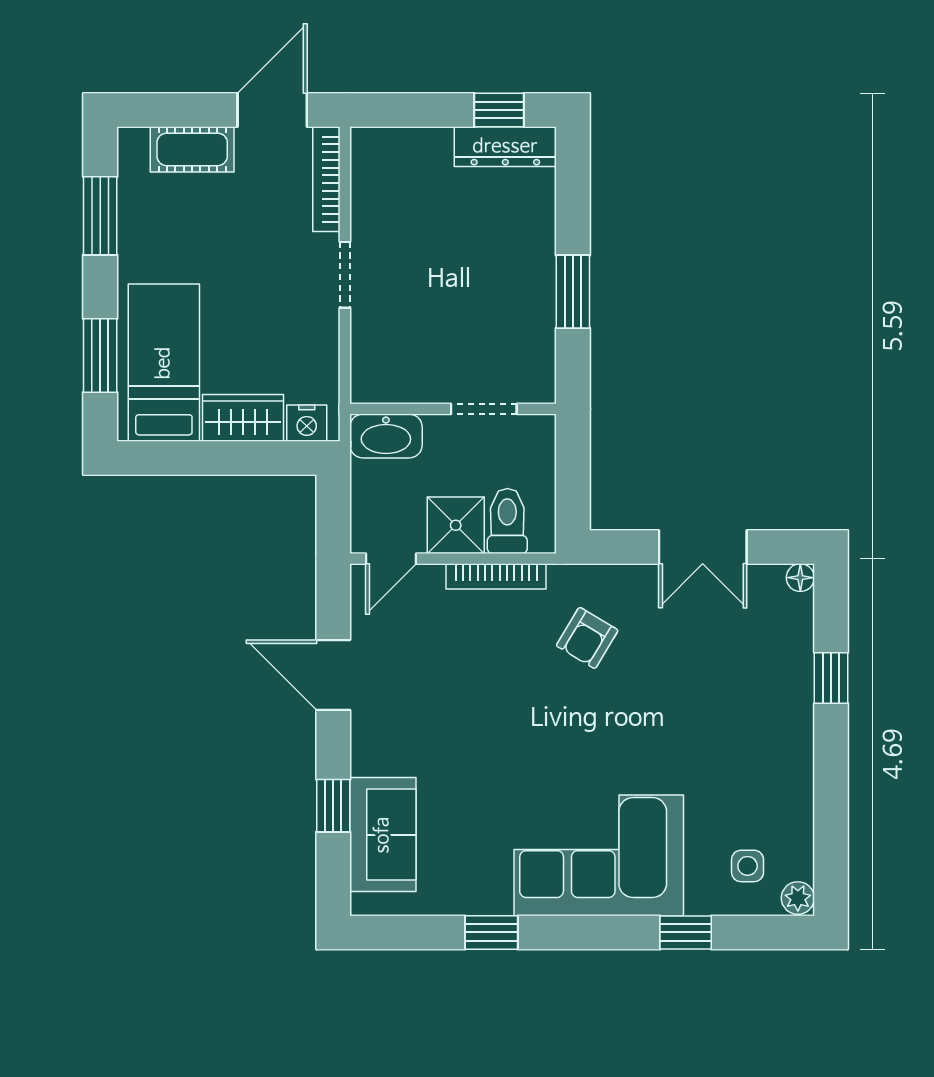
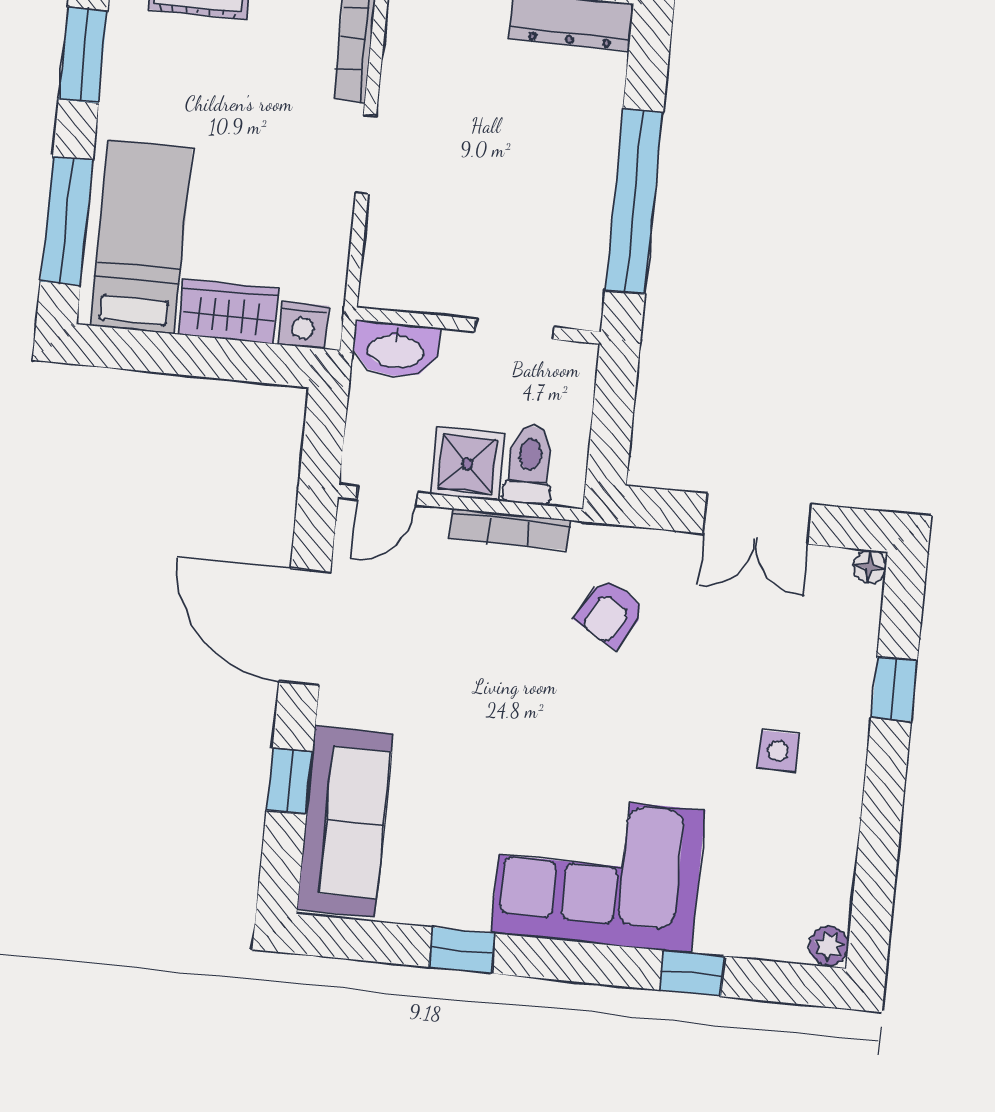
window: (573, 292) -> (634, 201), width x2.11
window: (100, 356) -> (67, 221), width x1.44
door: (333, 675) -> (305, 627), width x1.36
sofa: (383, 835) -> (345, 822), width x1.36
side table: (748, 866) -> (778, 751), moved

